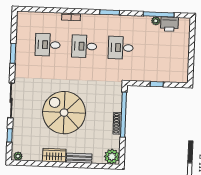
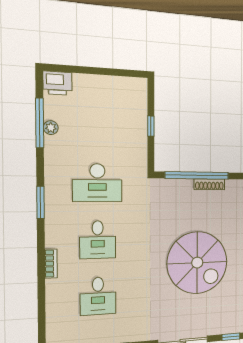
printer: (169, 24) -> (58, 83), moved, turned 90
desk: (121, 48) -> (97, 183), width x1.37
spiral stairs: (64, 113) -> (197, 263), turned -90

